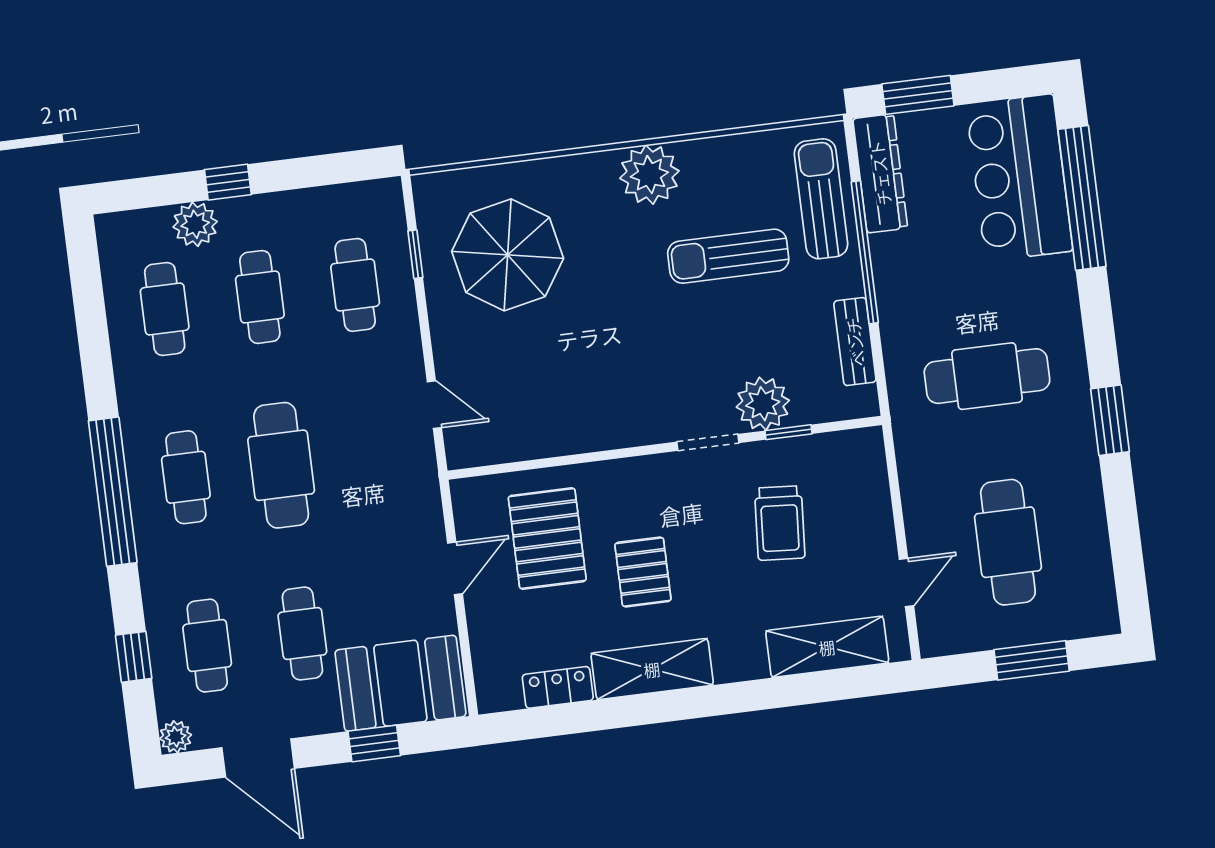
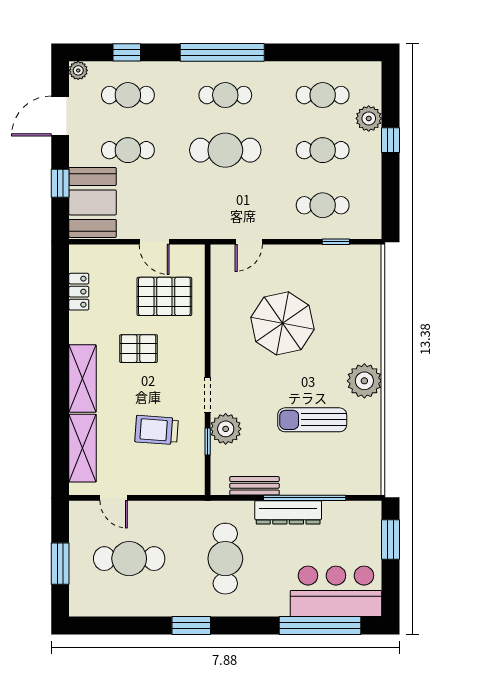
dresser: (880, 173) -> (288, 512), moved
sun lounger: (821, 199) -> (338, 477), removed
parasol: (508, 255) -> (282, 323), moved
sun lounger: (728, 256) -> (312, 420), turned -90
shelving: (652, 669) -> (83, 378), moved

